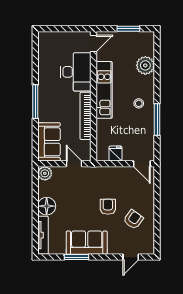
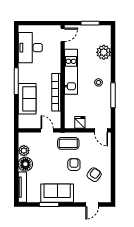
desk: (76, 72) -> (30, 48), moved, turned 180
sofa: (49, 142) -> (27, 99), moved
plant: (45, 173) -> (24, 151), moved
coffee table: (101, 180) -> (68, 143), added

